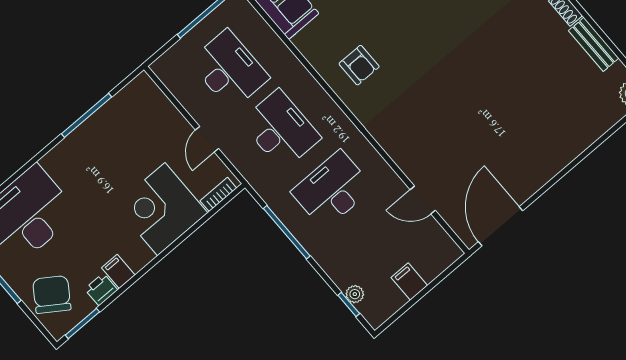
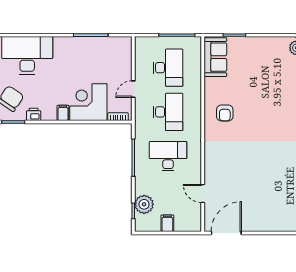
filing cabinet: (118, 271) -> (63, 113), moved
plant: (355, 294) -> (144, 204), width x1.87, depth x1.87

